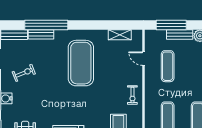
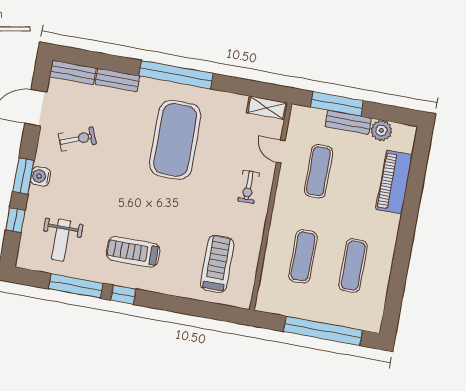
window: (46, 25) -> (176, 75), moved
shelving: (120, 35) -> (267, 108), moved
exercise bike: (132, 95) -> (248, 187), moved

